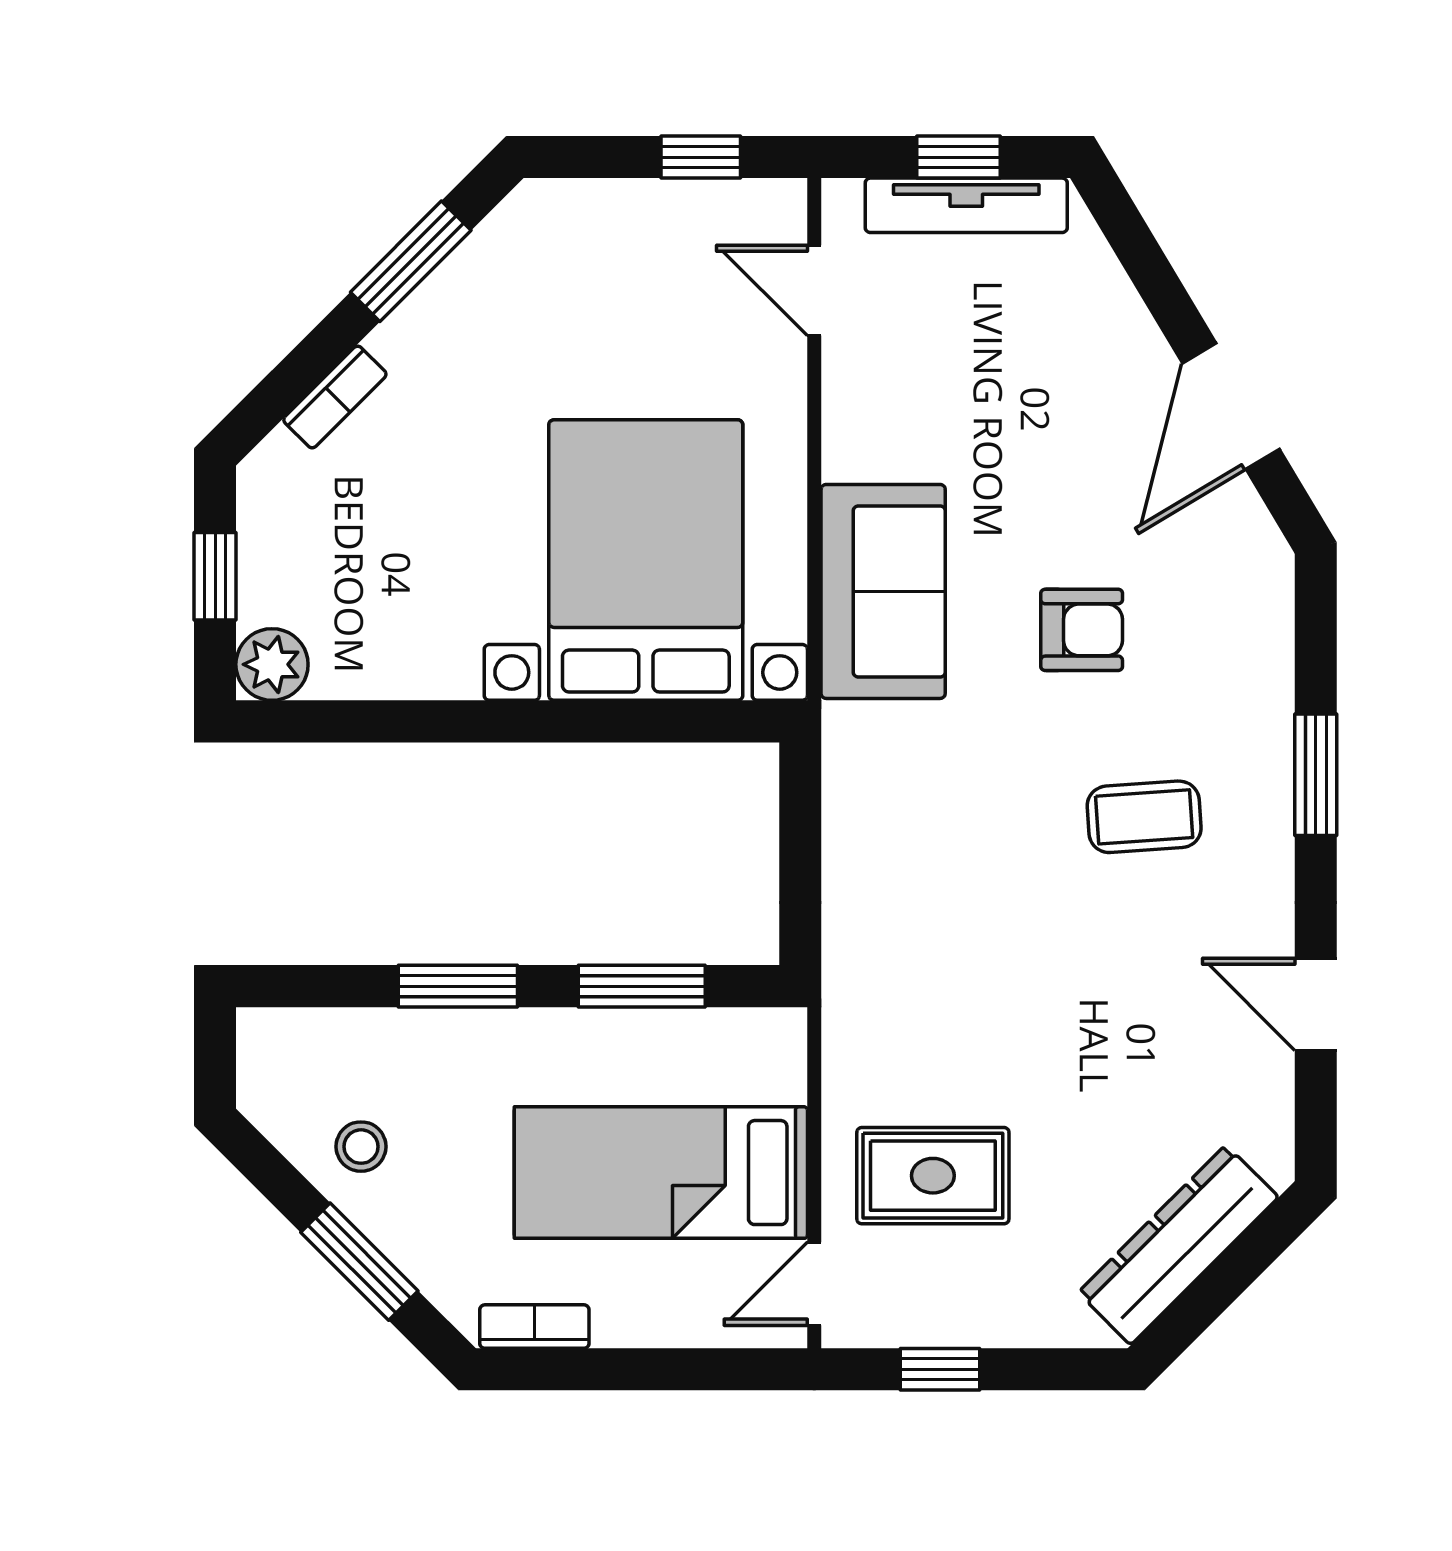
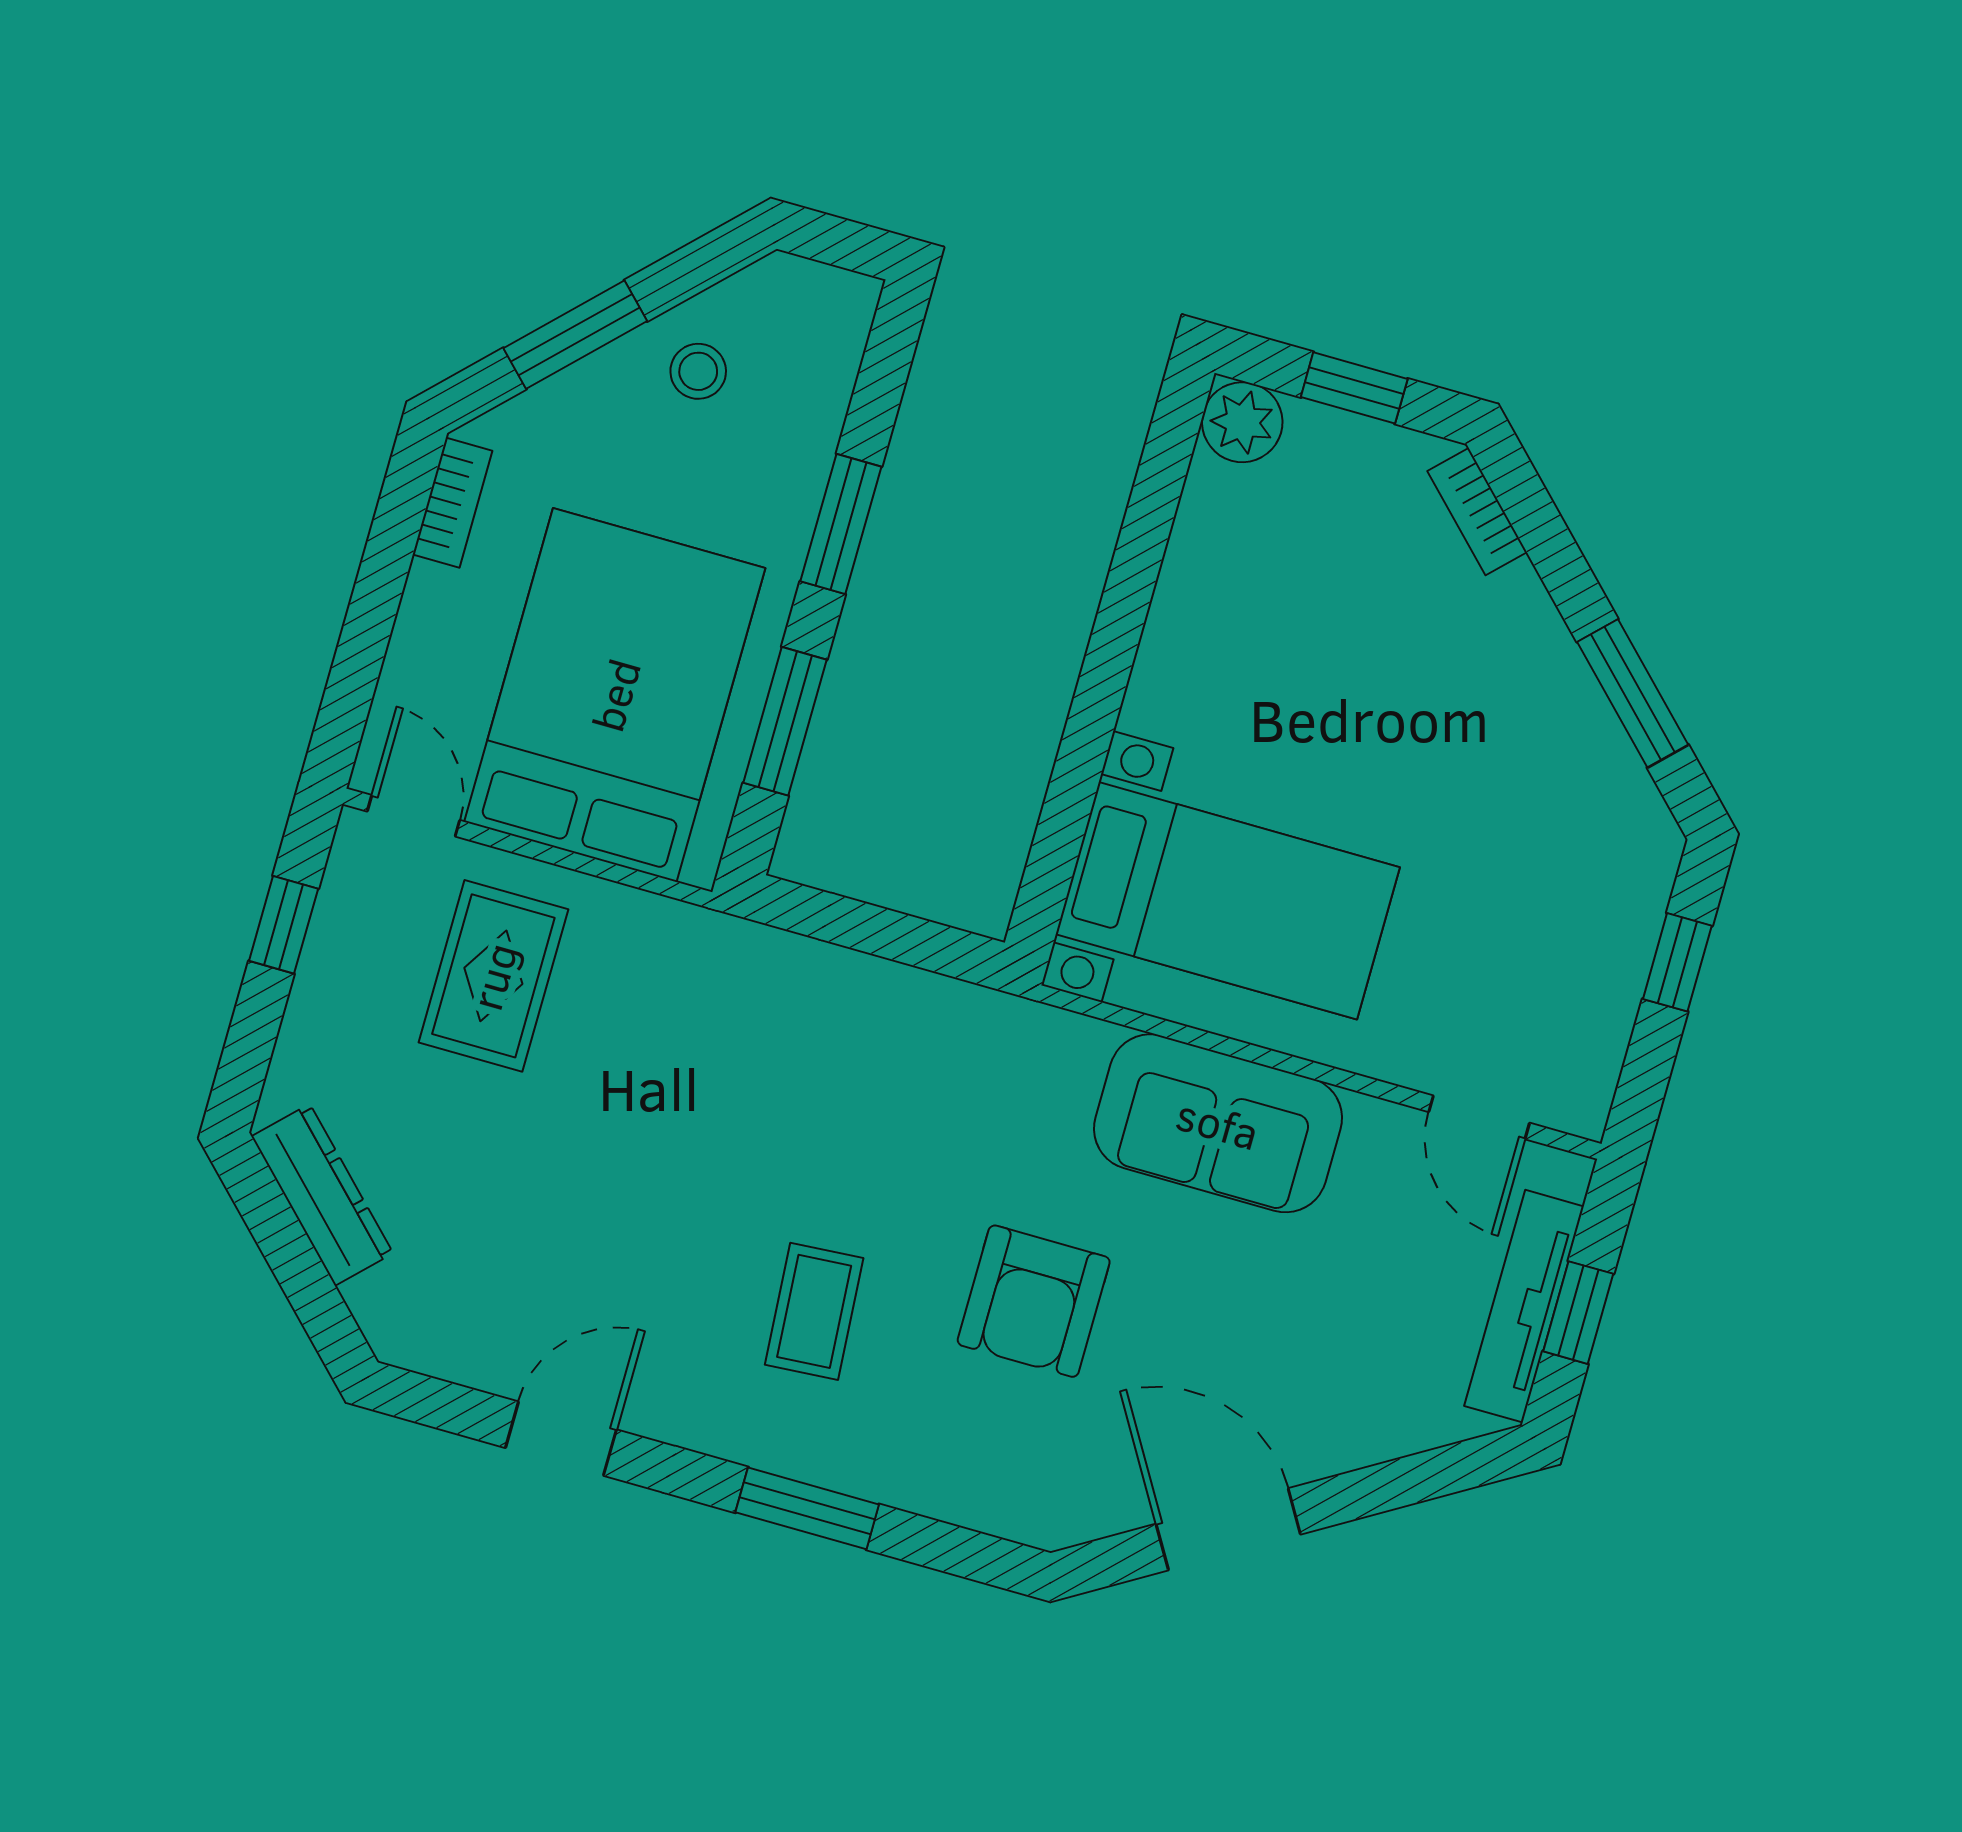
window: (701, 157) -> (1677, 962), moved
door: (814, 290) -> (1479, 1117), swing flipped
bookcase: (335, 397) -> (1477, 512), moved
bed with nightstands: (646, 560) -> (1228, 901), width x0.73
sofa: (883, 591) -> (1218, 1123), moved
armchair: (1082, 630) -> (1034, 1301), width x1.38, depth x1.38
bed: (661, 1173) -> (615, 695), width x1.50
dresser: (1178, 1245) -> (322, 1195), width x0.73, depth x0.80

